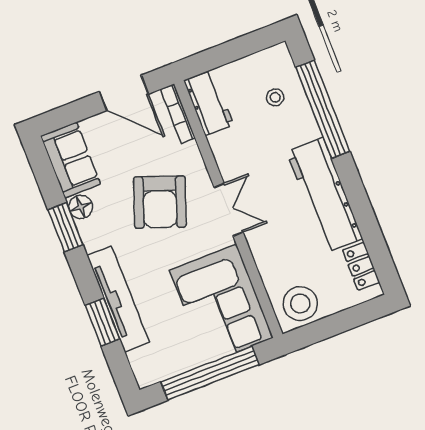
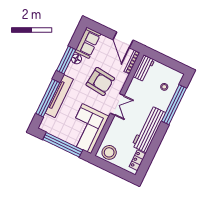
armchair: (160, 202) -> (100, 82), turned -104
window: (65, 227) -> (66, 60), width x1.44
window: (102, 322) -> (48, 98), width x2.11

